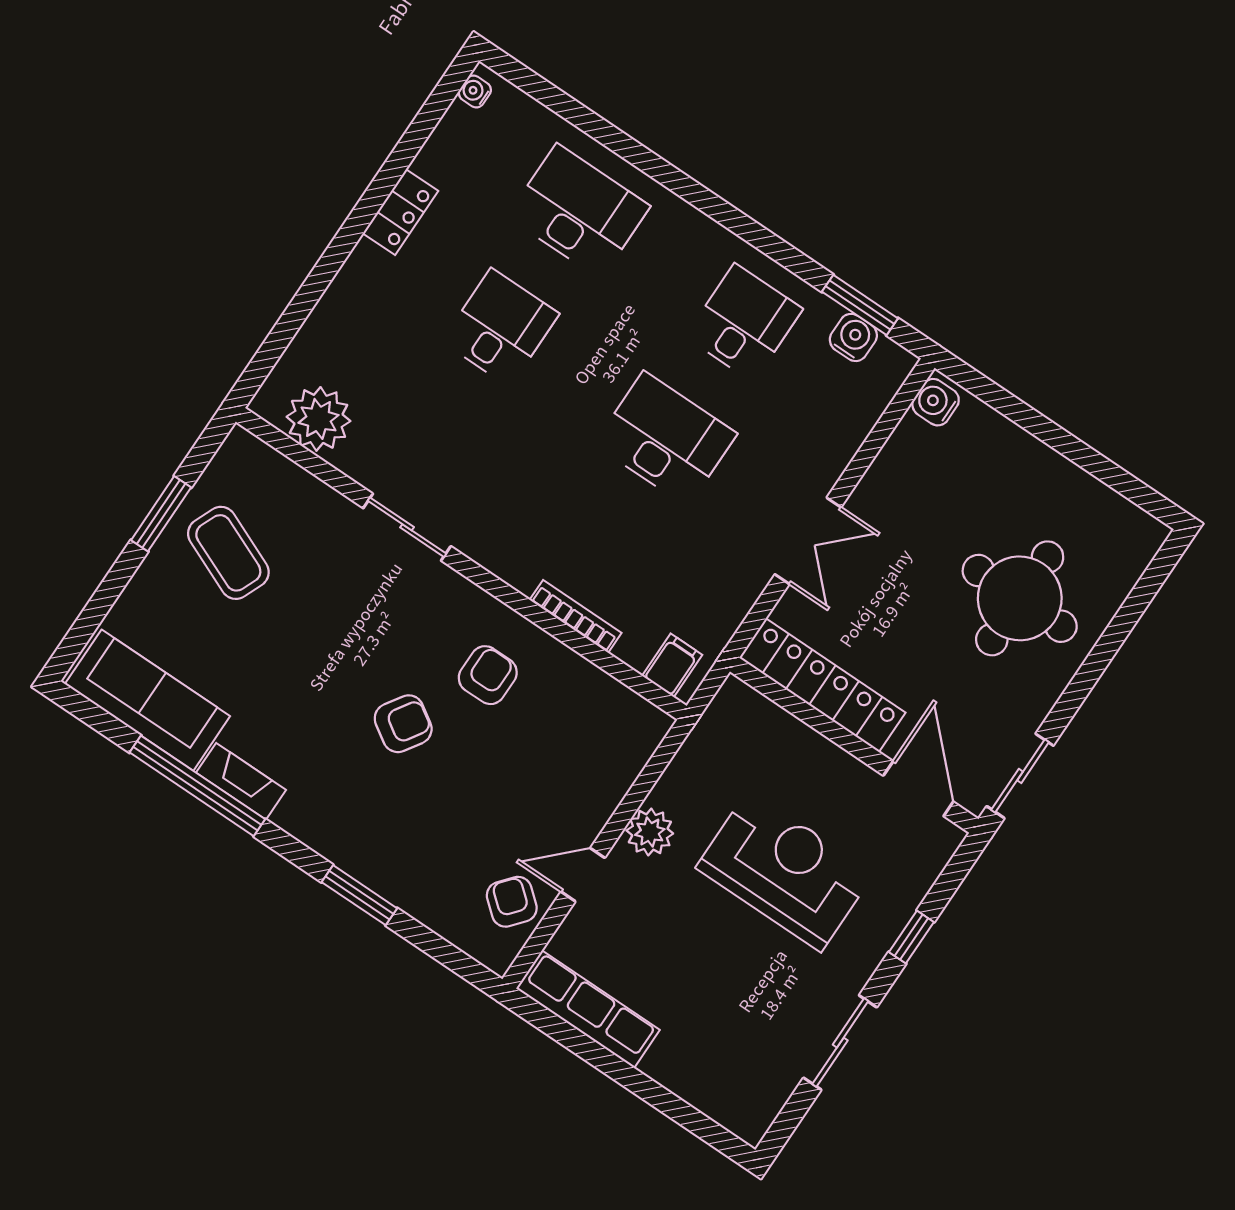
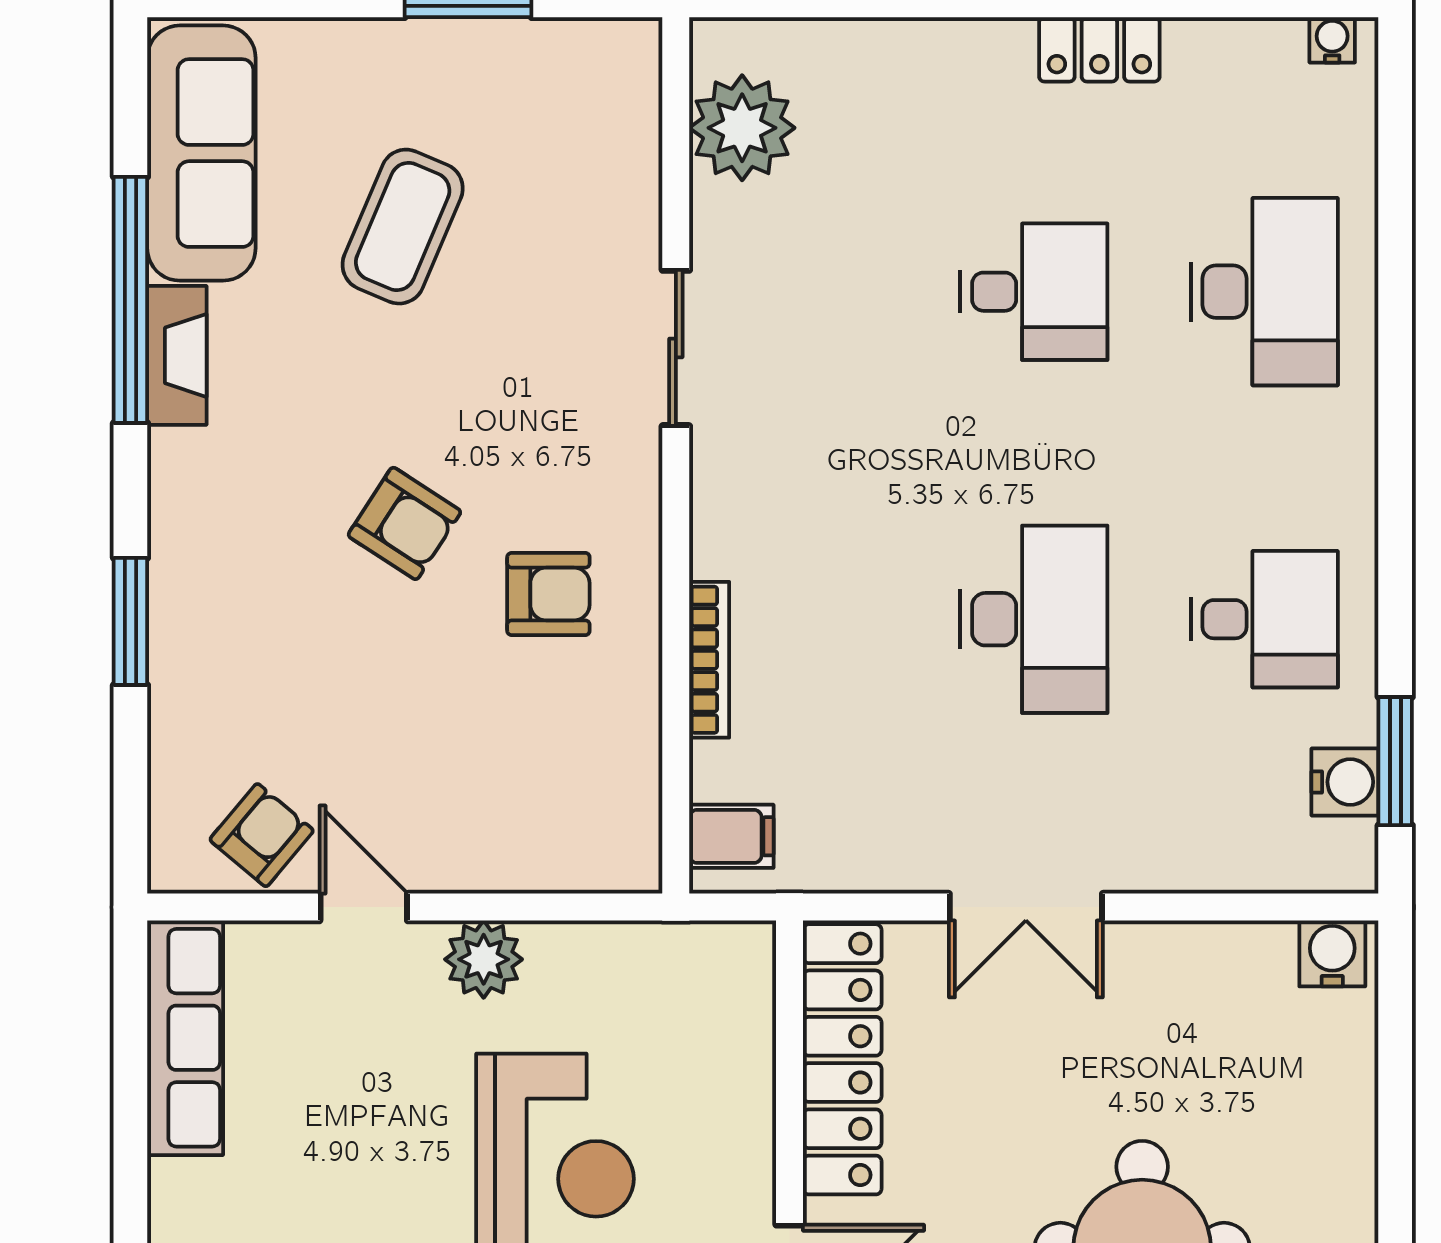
coffee table: (228, 553) -> (403, 227), moved

